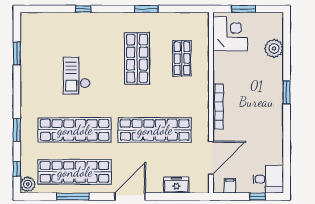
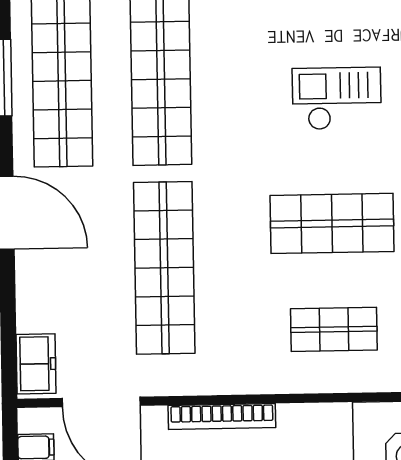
checkout: (77, 76) -> (337, 98), moved
freezer: (176, 185) -> (36, 364), moved

